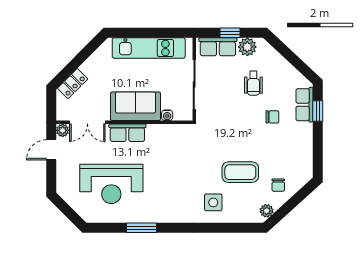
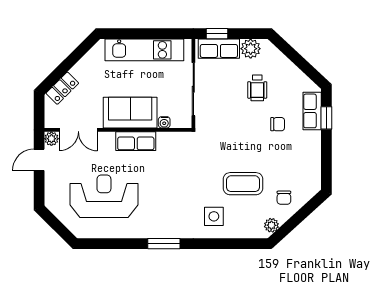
window: (230, 33) -> (217, 34), moved
row of seats: (127, 133) -> (136, 141), moved
reception desk: (111, 184) -> (104, 196), turned 180
window: (142, 228) -> (164, 244), moved

